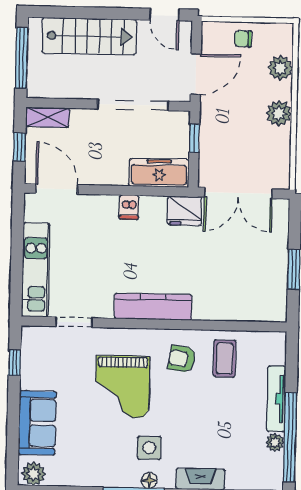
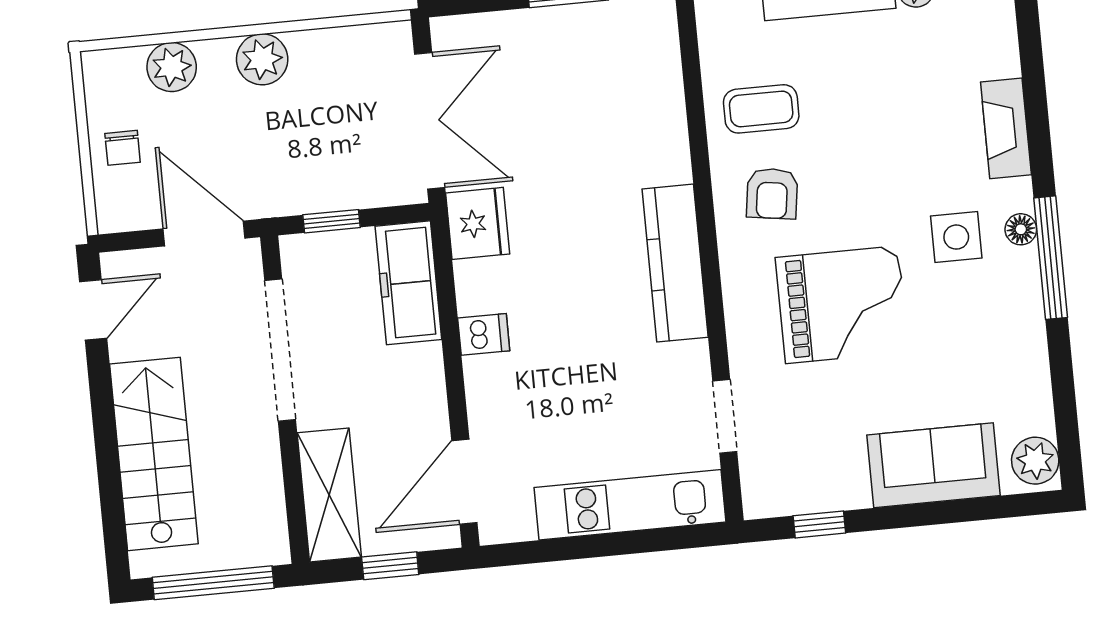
shelving: (48, 117) -> (329, 495), width x1.50, depth x1.33

